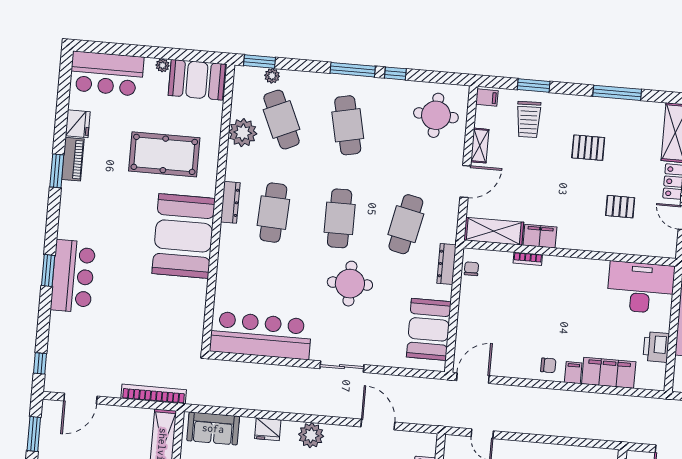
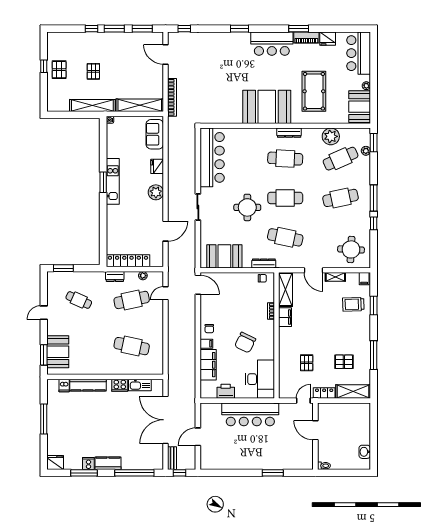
pallet: (588, 148) -> (344, 362), moved, turned 90
bar counter: (73, 276) -> (272, 44), moved
chair: (577, 307) -> (245, 343), added

